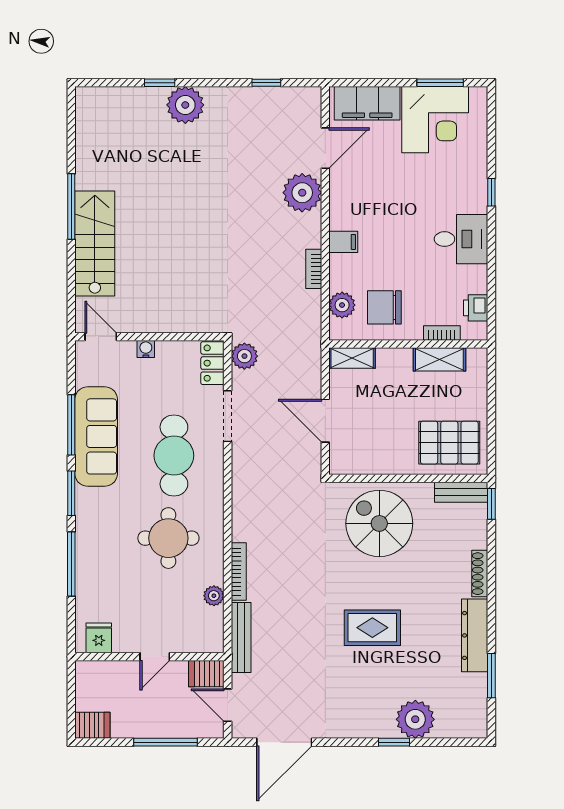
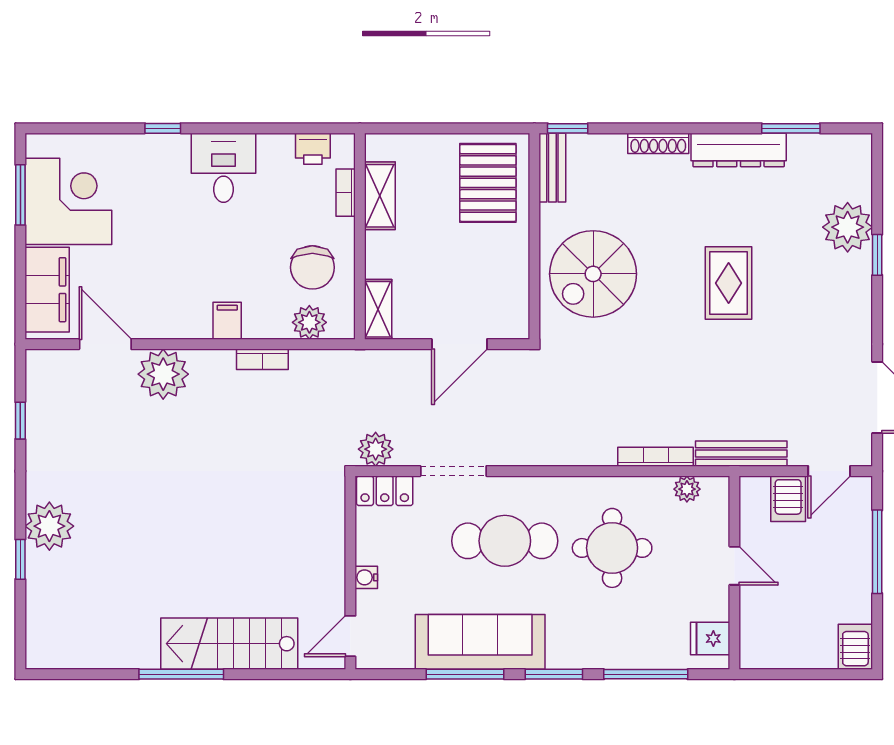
fridge: (99, 638) -> (710, 638), moved
wall: (149, 657) -> (734, 573), moved
door: (155, 657) -> (734, 566), moved

